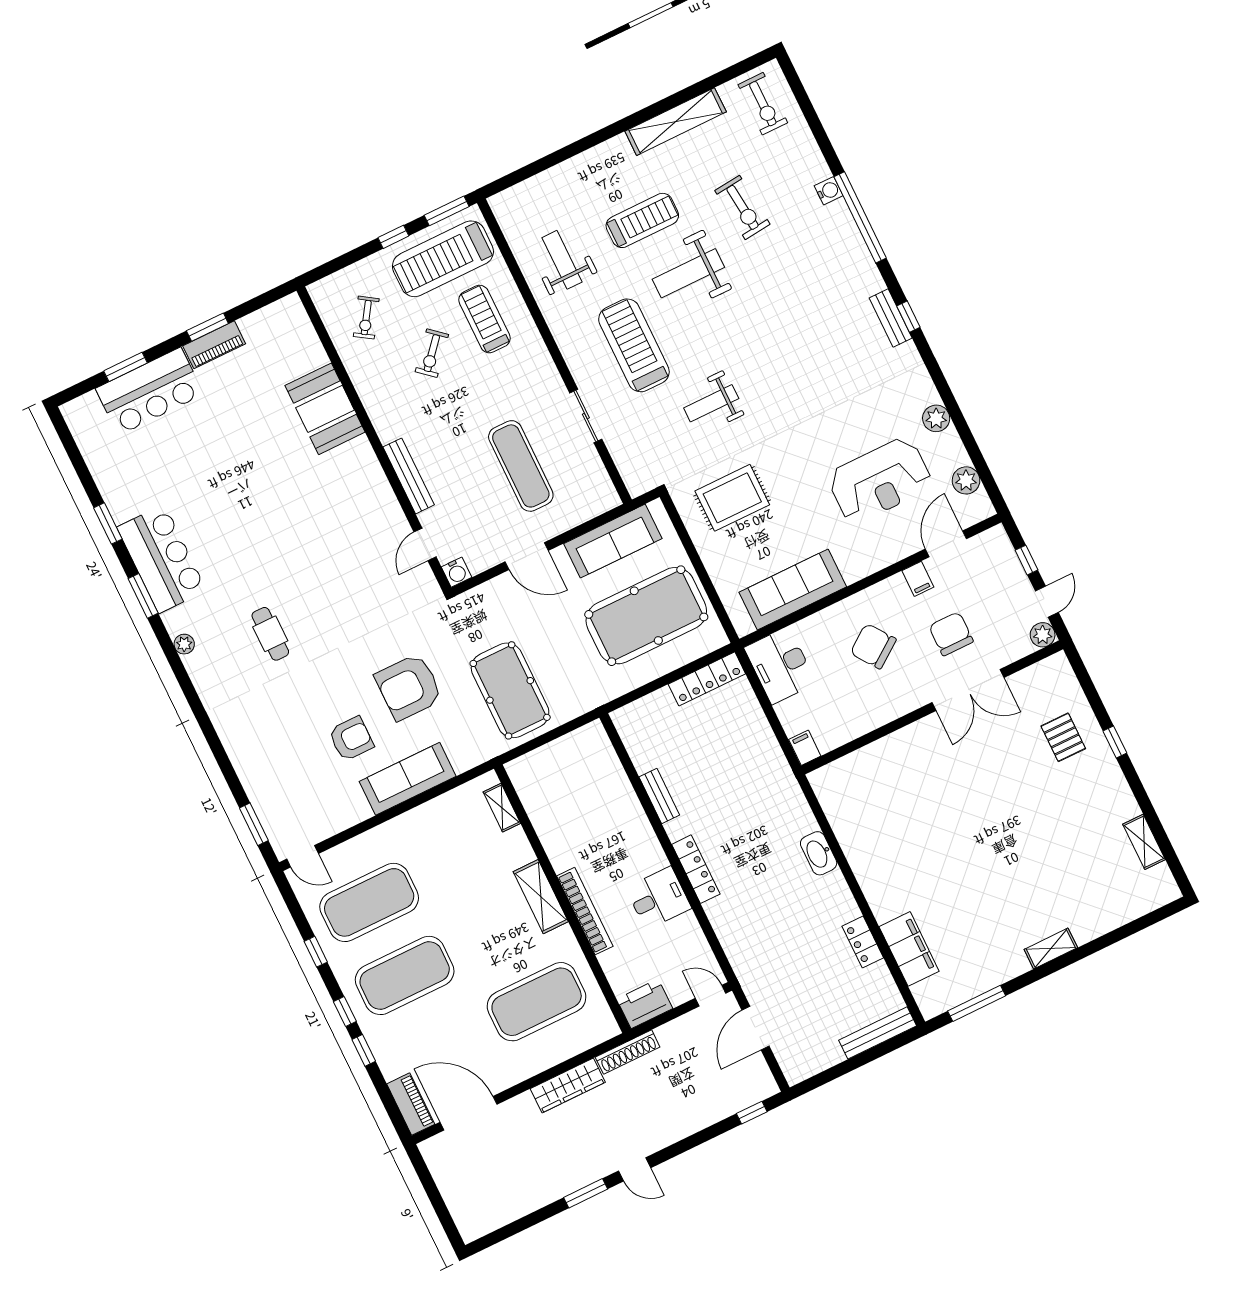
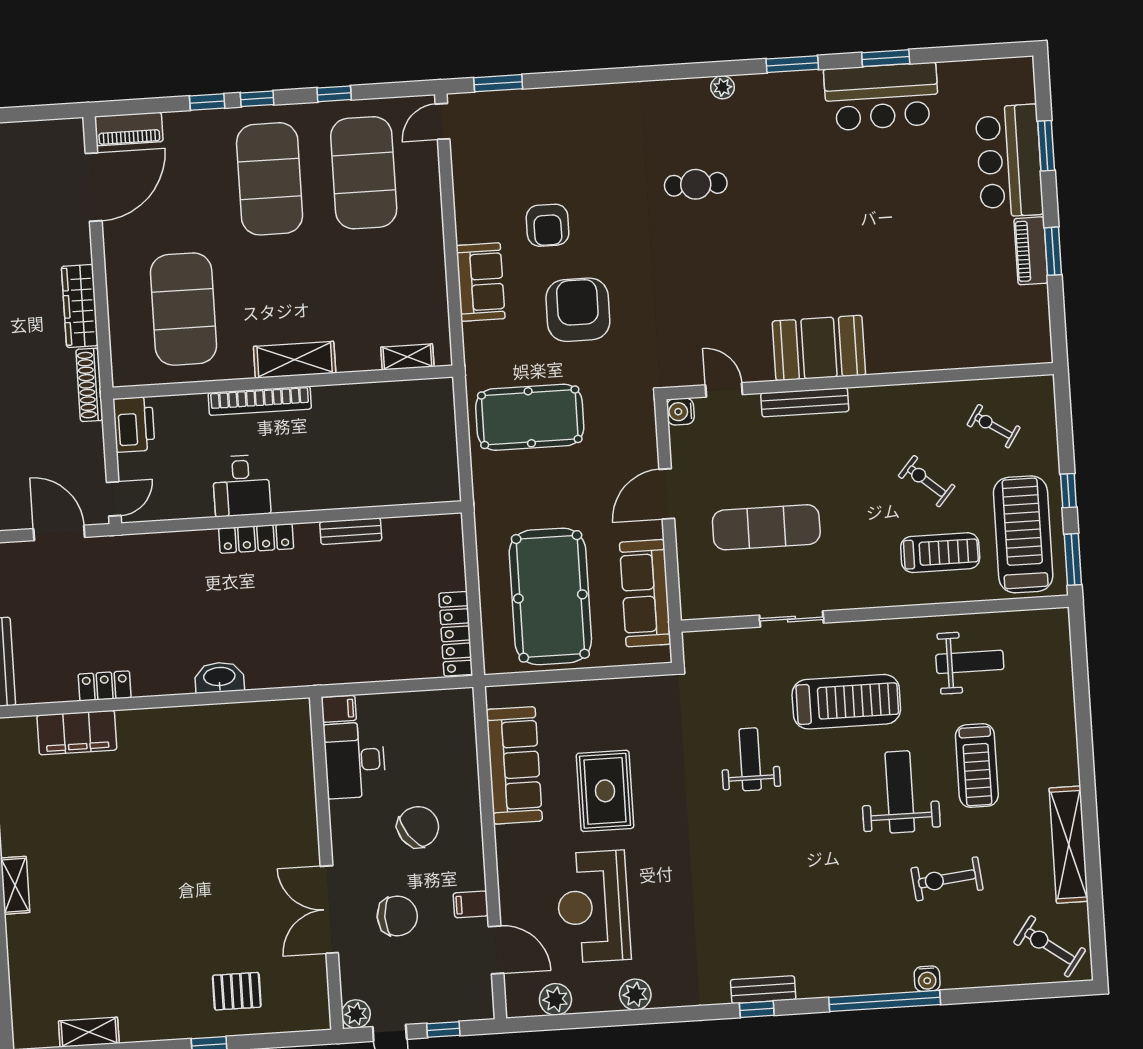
exercise bike: (763, 104) -> (1050, 946), turned 36
booth: (325, 409) -> (819, 348), moved
rug: (732, 498) -> (605, 791), moved
bar counter: (162, 559) -> (881, 97), moved
desk: (780, 665) -> (355, 760), moved, turned -90
sofa: (408, 779) -> (481, 282), width x0.73

